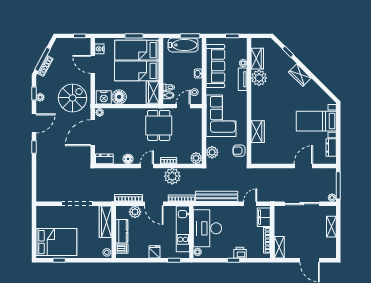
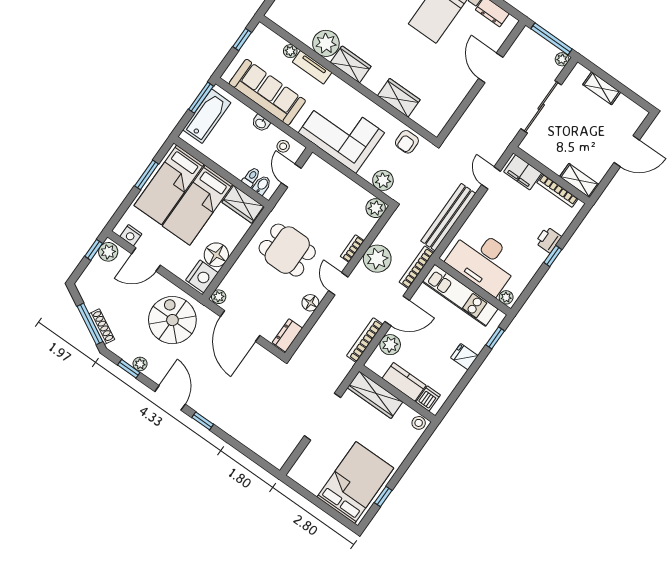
plant: (84, 44) -> (108, 252), added
wardrobe: (257, 59) -> (351, 64), moved
dining table: (159, 125) -> (287, 250), moved

